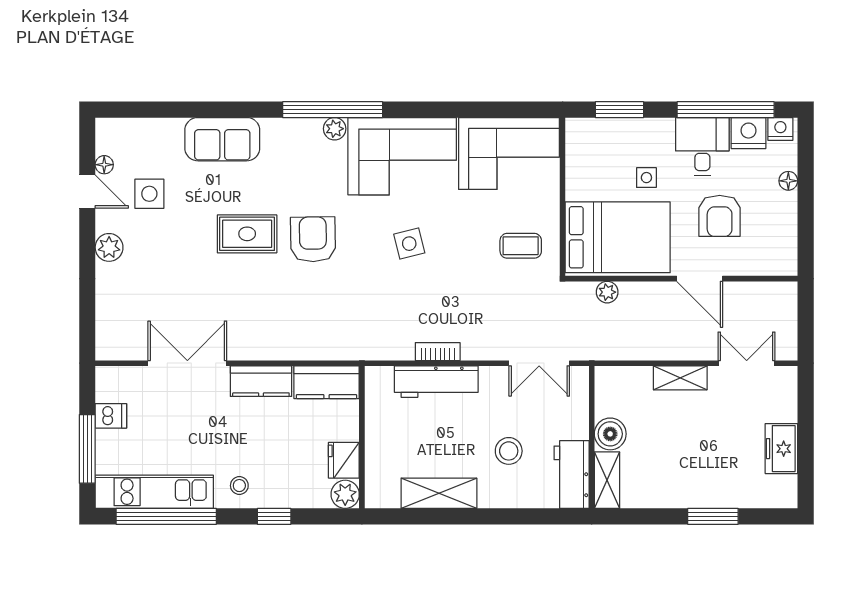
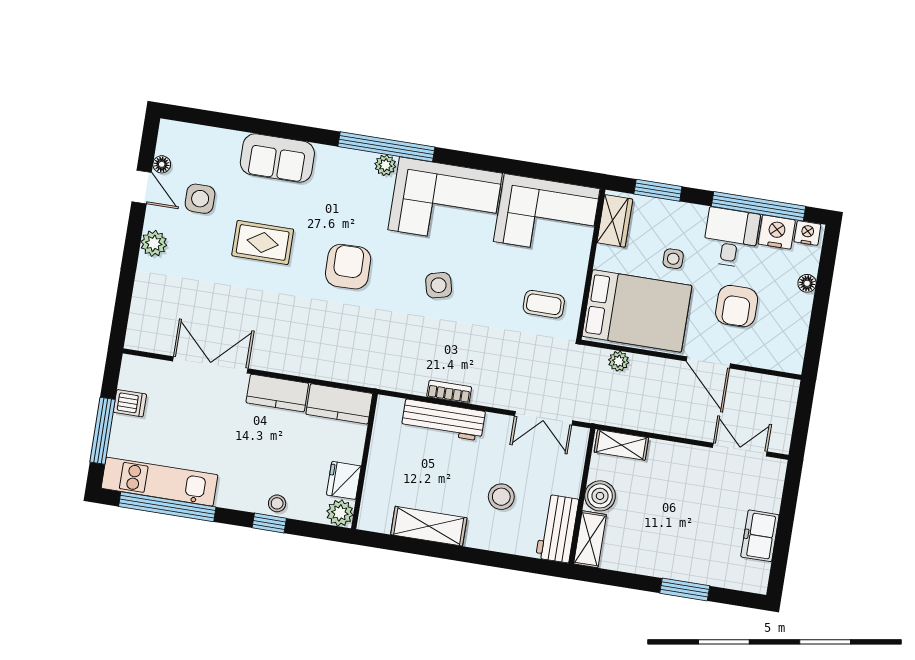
wardrobe: (580, 148) -> (615, 221), added
rug: (247, 234) -> (263, 242), moved
shelving: (680, 378) -> (621, 445), moved
stool: (239, 486) -> (277, 503), moved

